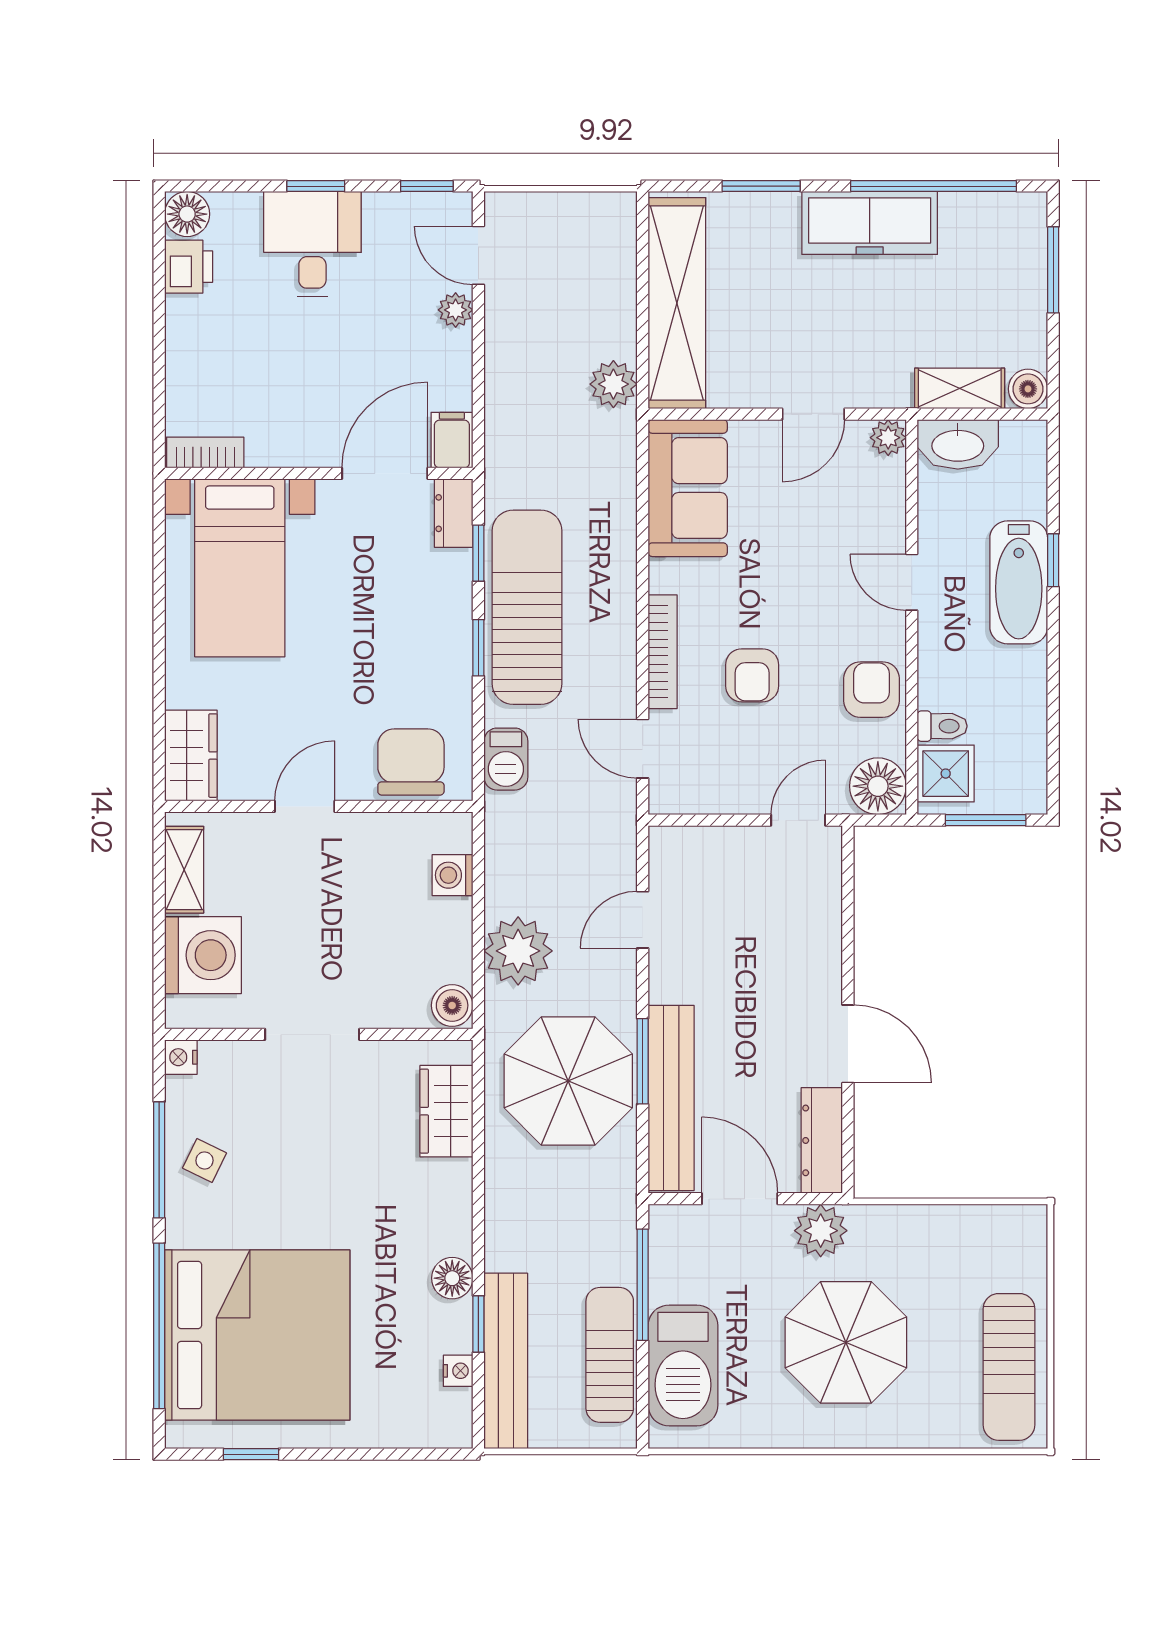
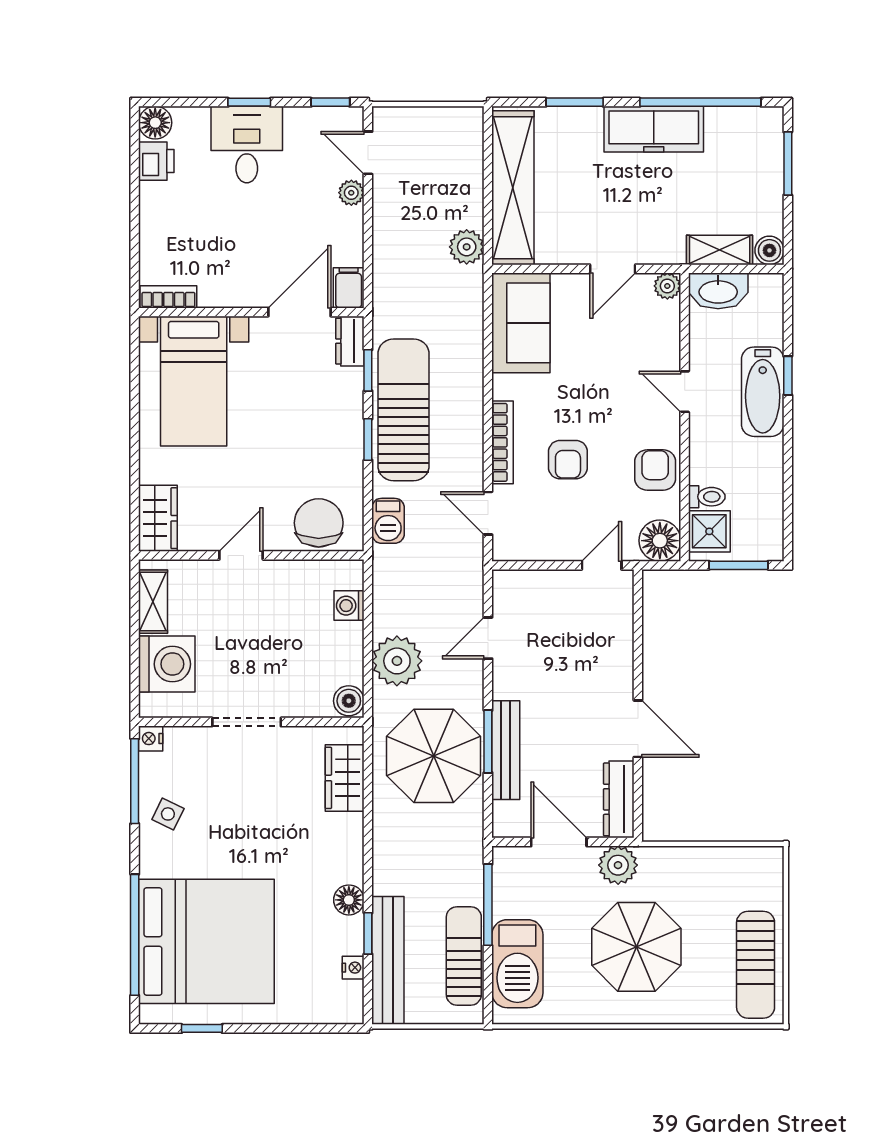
bench: (671, 1098) -> (506, 750), width x0.73, depth x0.82
window: (159, 1160) -> (135, 781), moved

